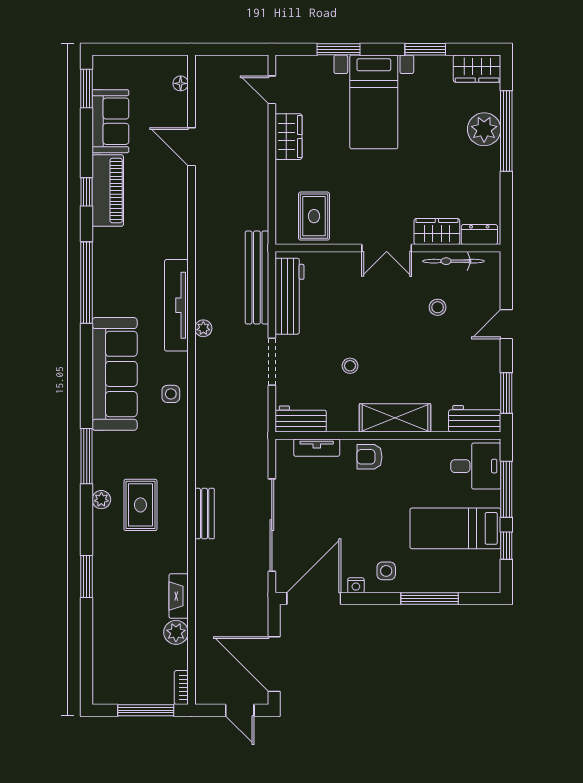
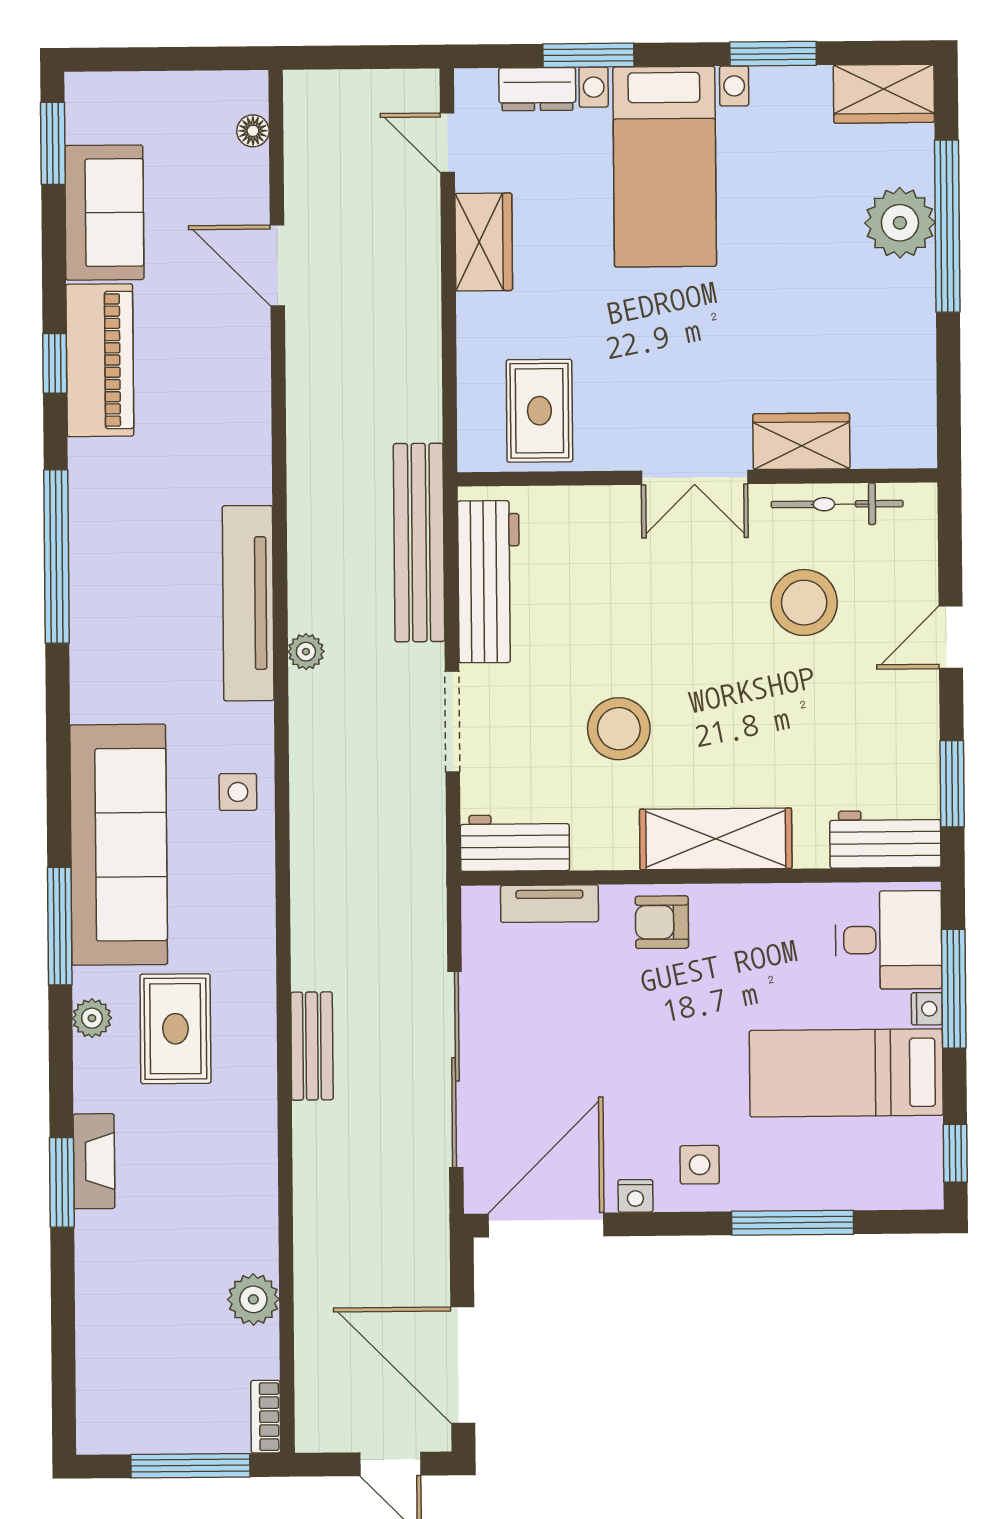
dresser: (479, 235) -> (537, 89), moved, turned 180
stool: (438, 307) -> (804, 603), width x1.89, depth x1.89
stool: (350, 366) -> (619, 729), width x1.89, depth x1.89
sofa: (115, 374) -> (119, 845), moved
nightstand: (494, 499) -> (927, 1009), added
window: (506, 546) -> (955, 1153), moved
fireplace: (179, 596) -> (94, 1161), moved, turned 180

